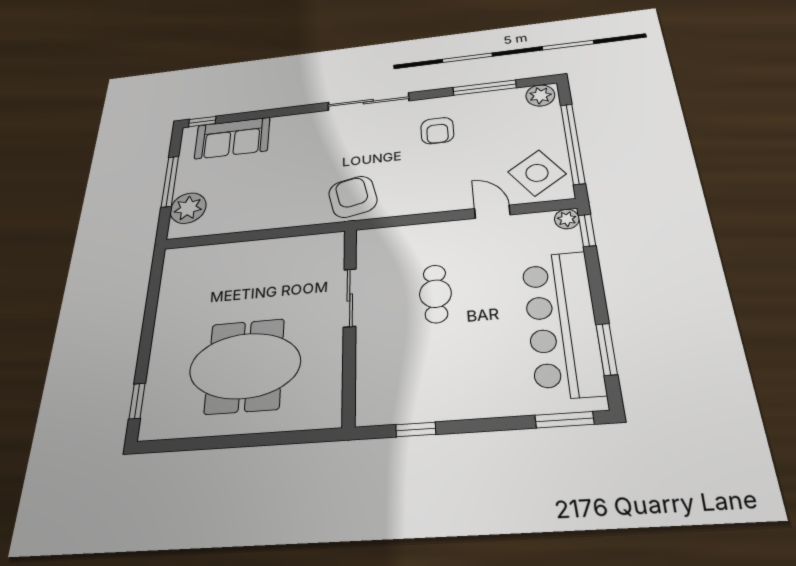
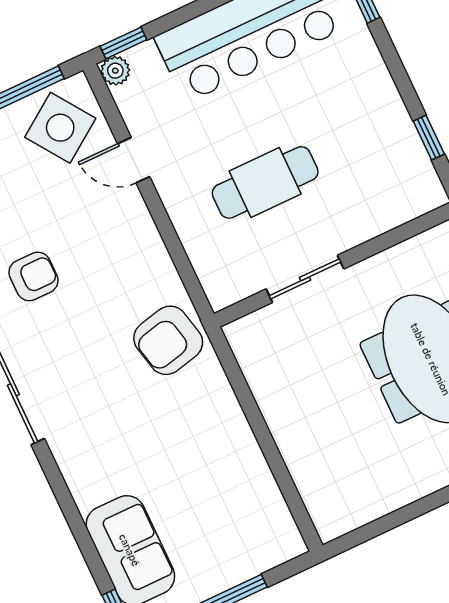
plant: (188, 208) -> (256, 549), removed
door: (492, 212) -> (134, 160), hinge flipped
cafe table: (435, 294) -> (265, 182), width x1.37, depth x1.35

